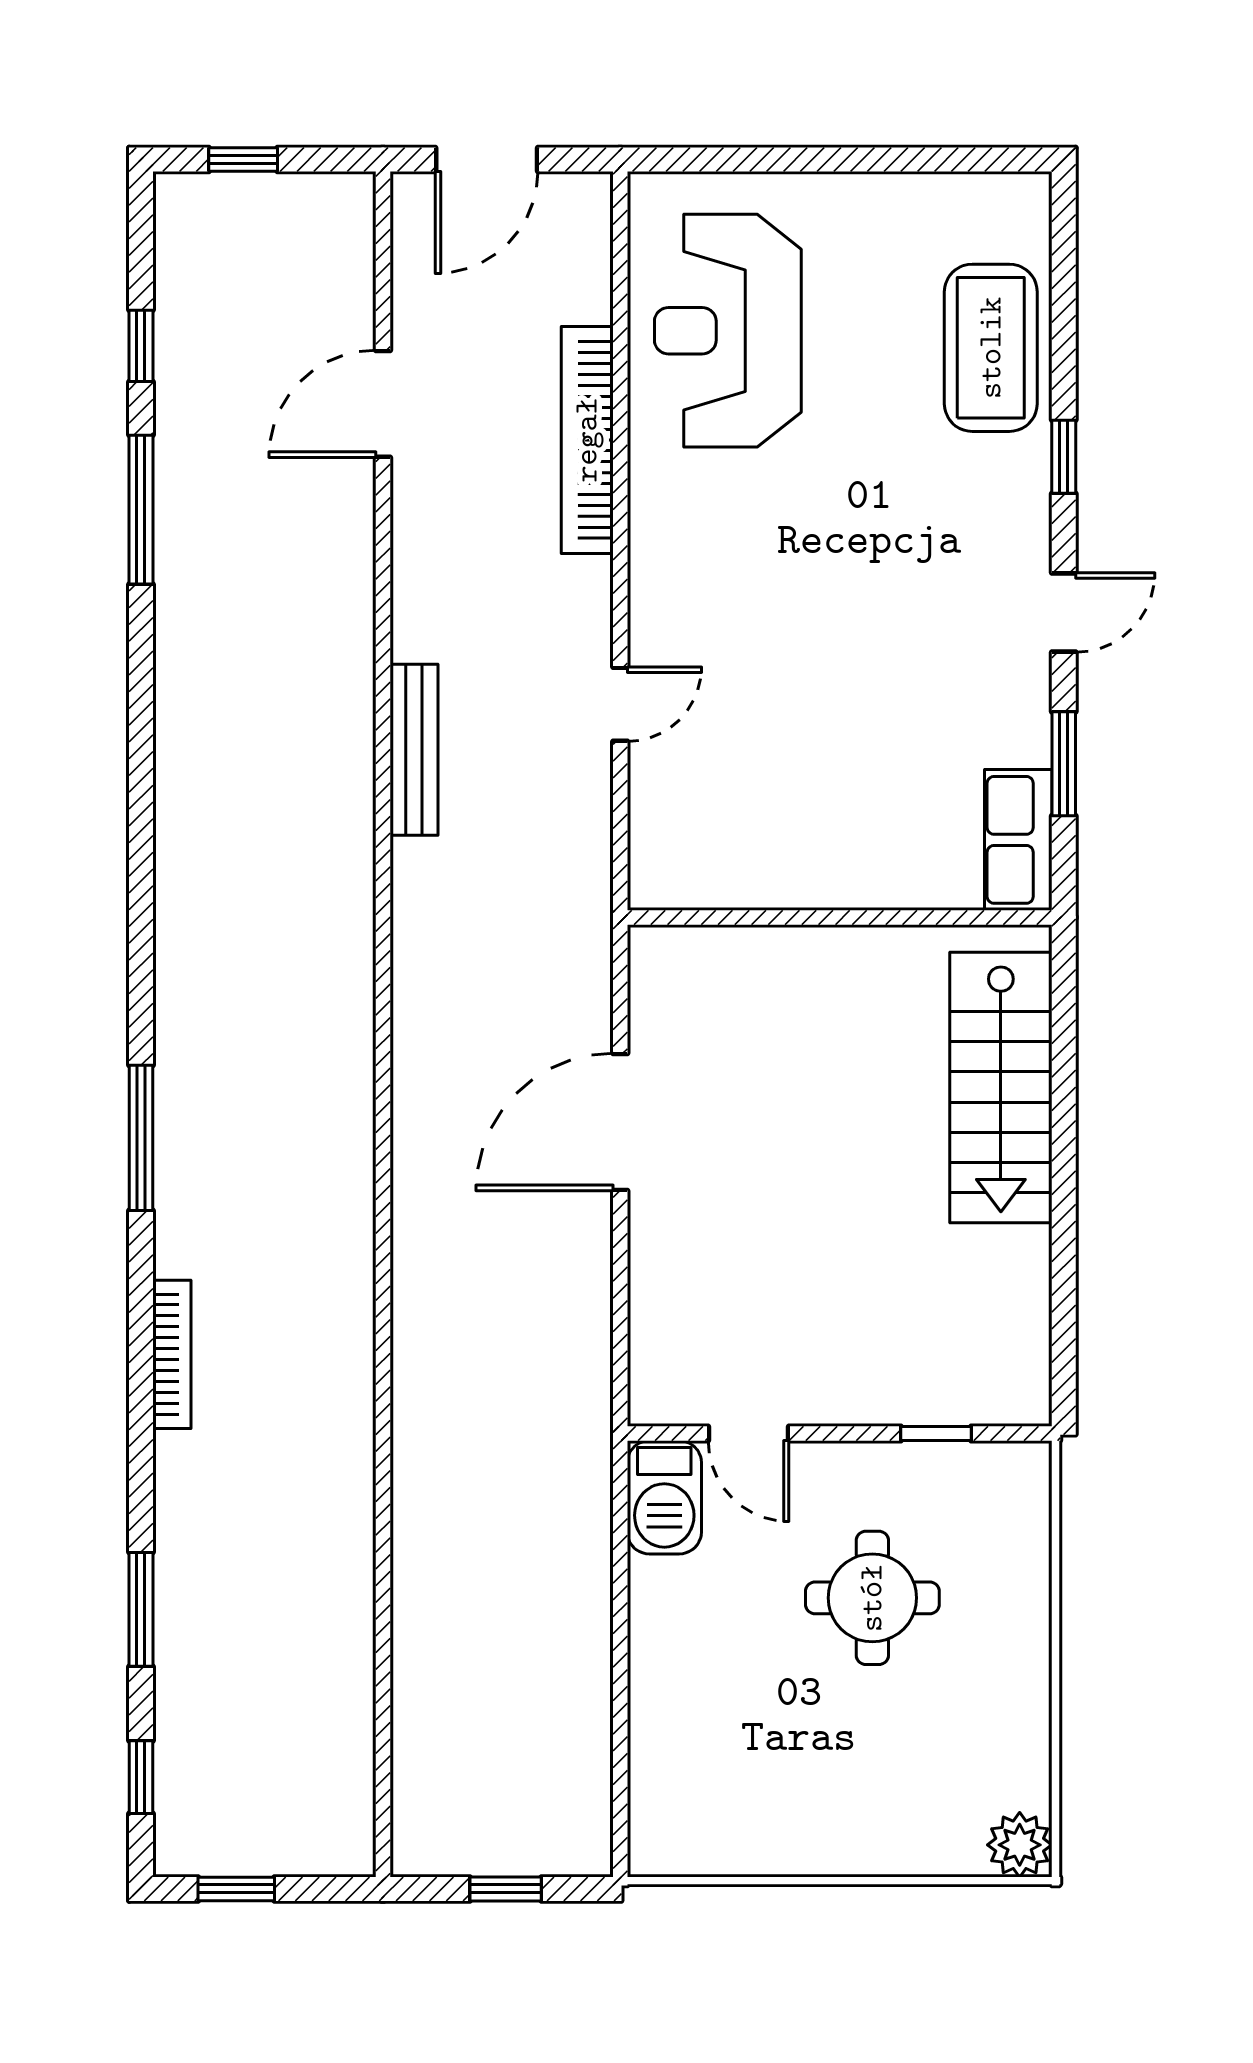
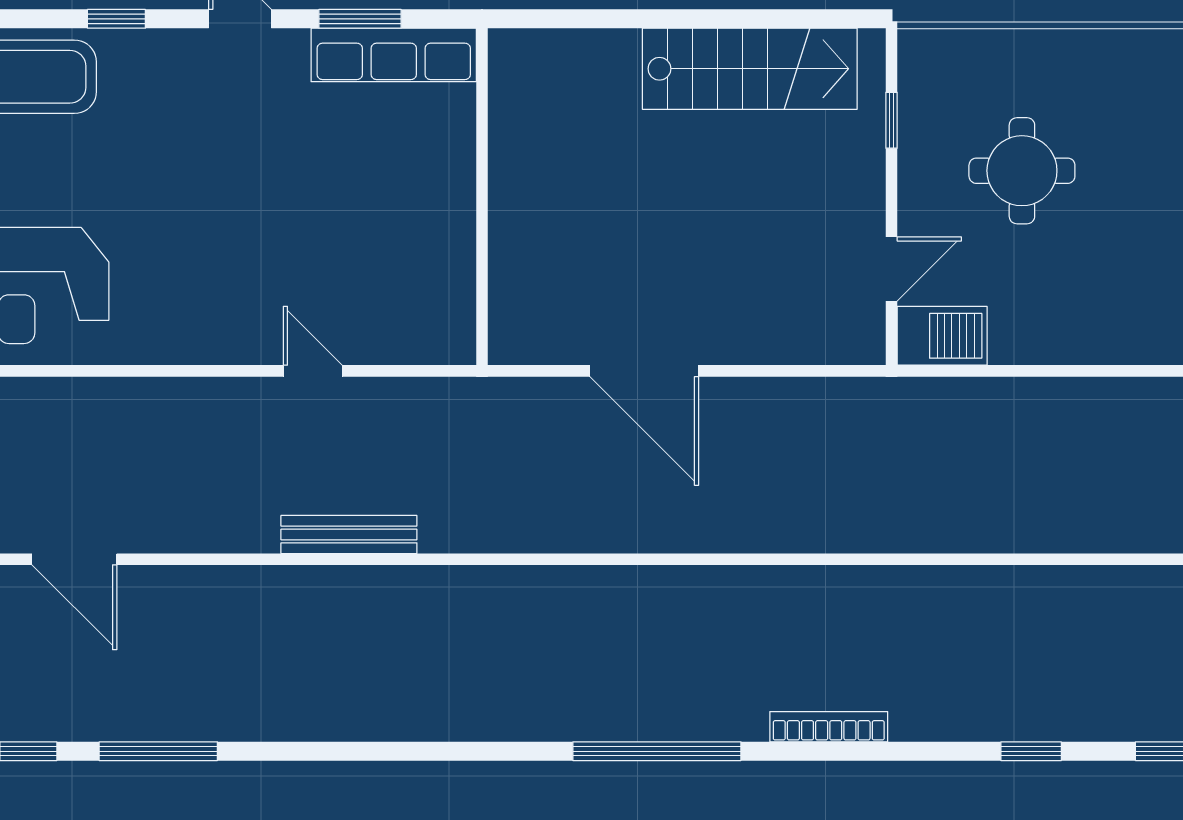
bookcase: (587, 440) -> (103, 397), removed
row of seats: (1018, 840) -> (394, 55), width x1.48
stairs: (1001, 1087) -> (750, 69), moved
window: (141, 1138) -> (657, 751), width x1.46
window: (141, 1609) -> (1031, 751), width x0.67

